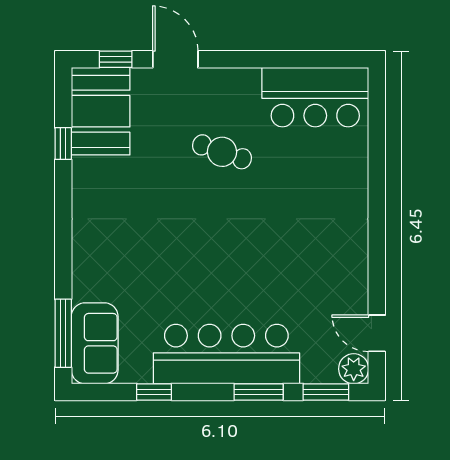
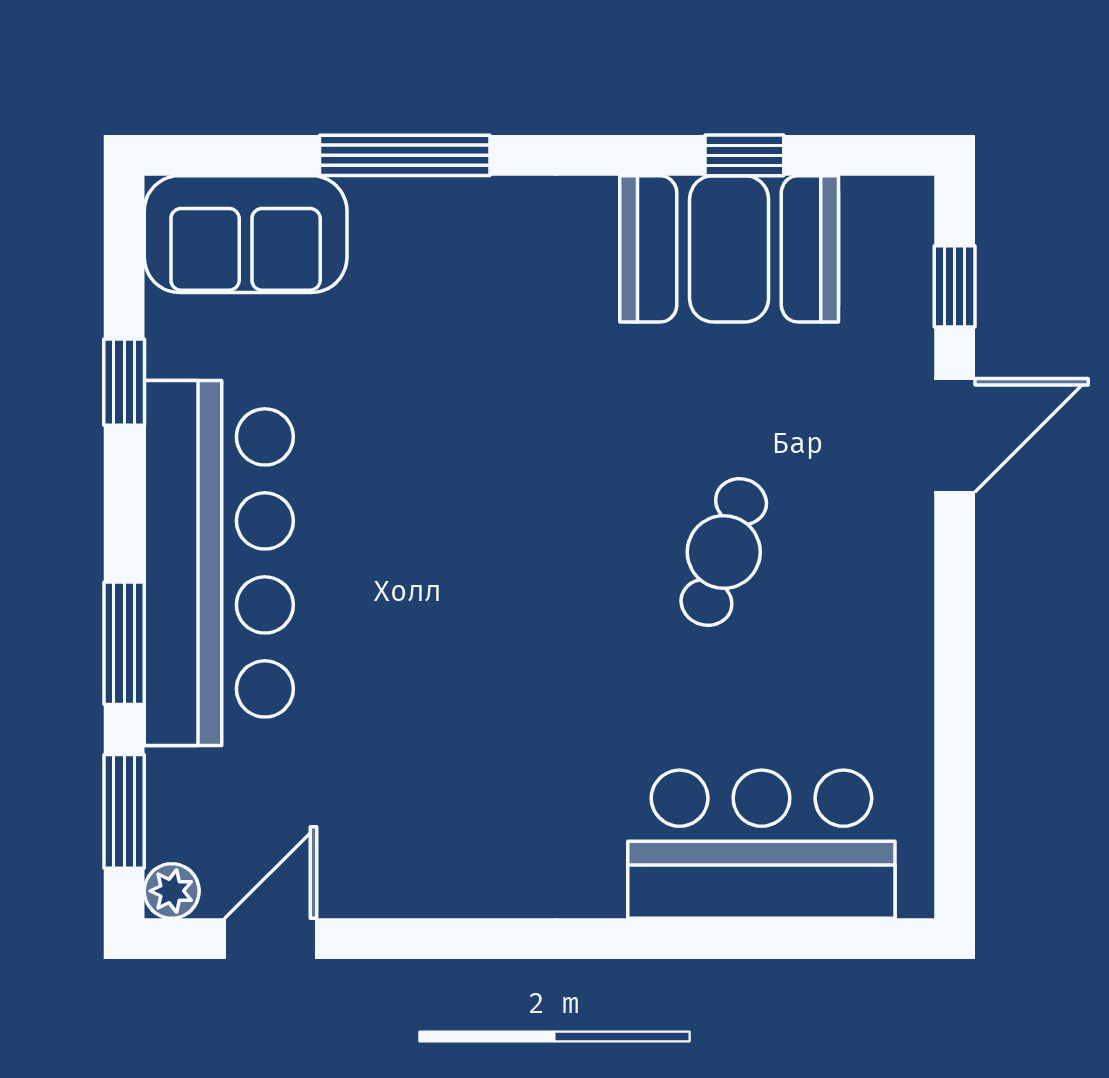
bar counter: (315, 97) -> (761, 844), moved, turned 90
booth: (101, 111) -> (729, 249), moved
window: (63, 333) -> (405, 155), moved
plant: (354, 369) -> (172, 891), width x0.73, depth x0.73

